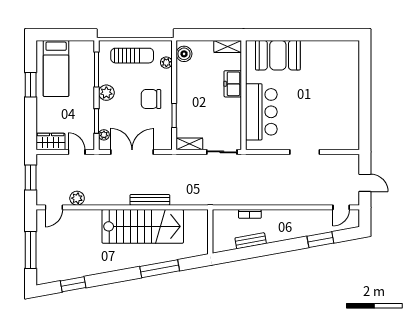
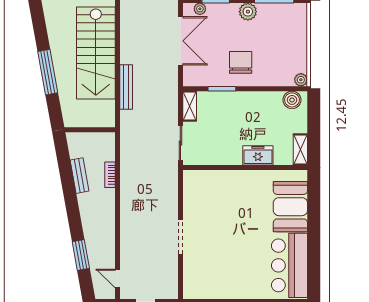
sun lounger: (132, 56) -> (290, 41), removed
plant: (166, 63) -> (301, 80), moved
bar counter: (261, 112) -> (290, 265), moved, turned 90
bench: (150, 200) -> (126, 87), moved

